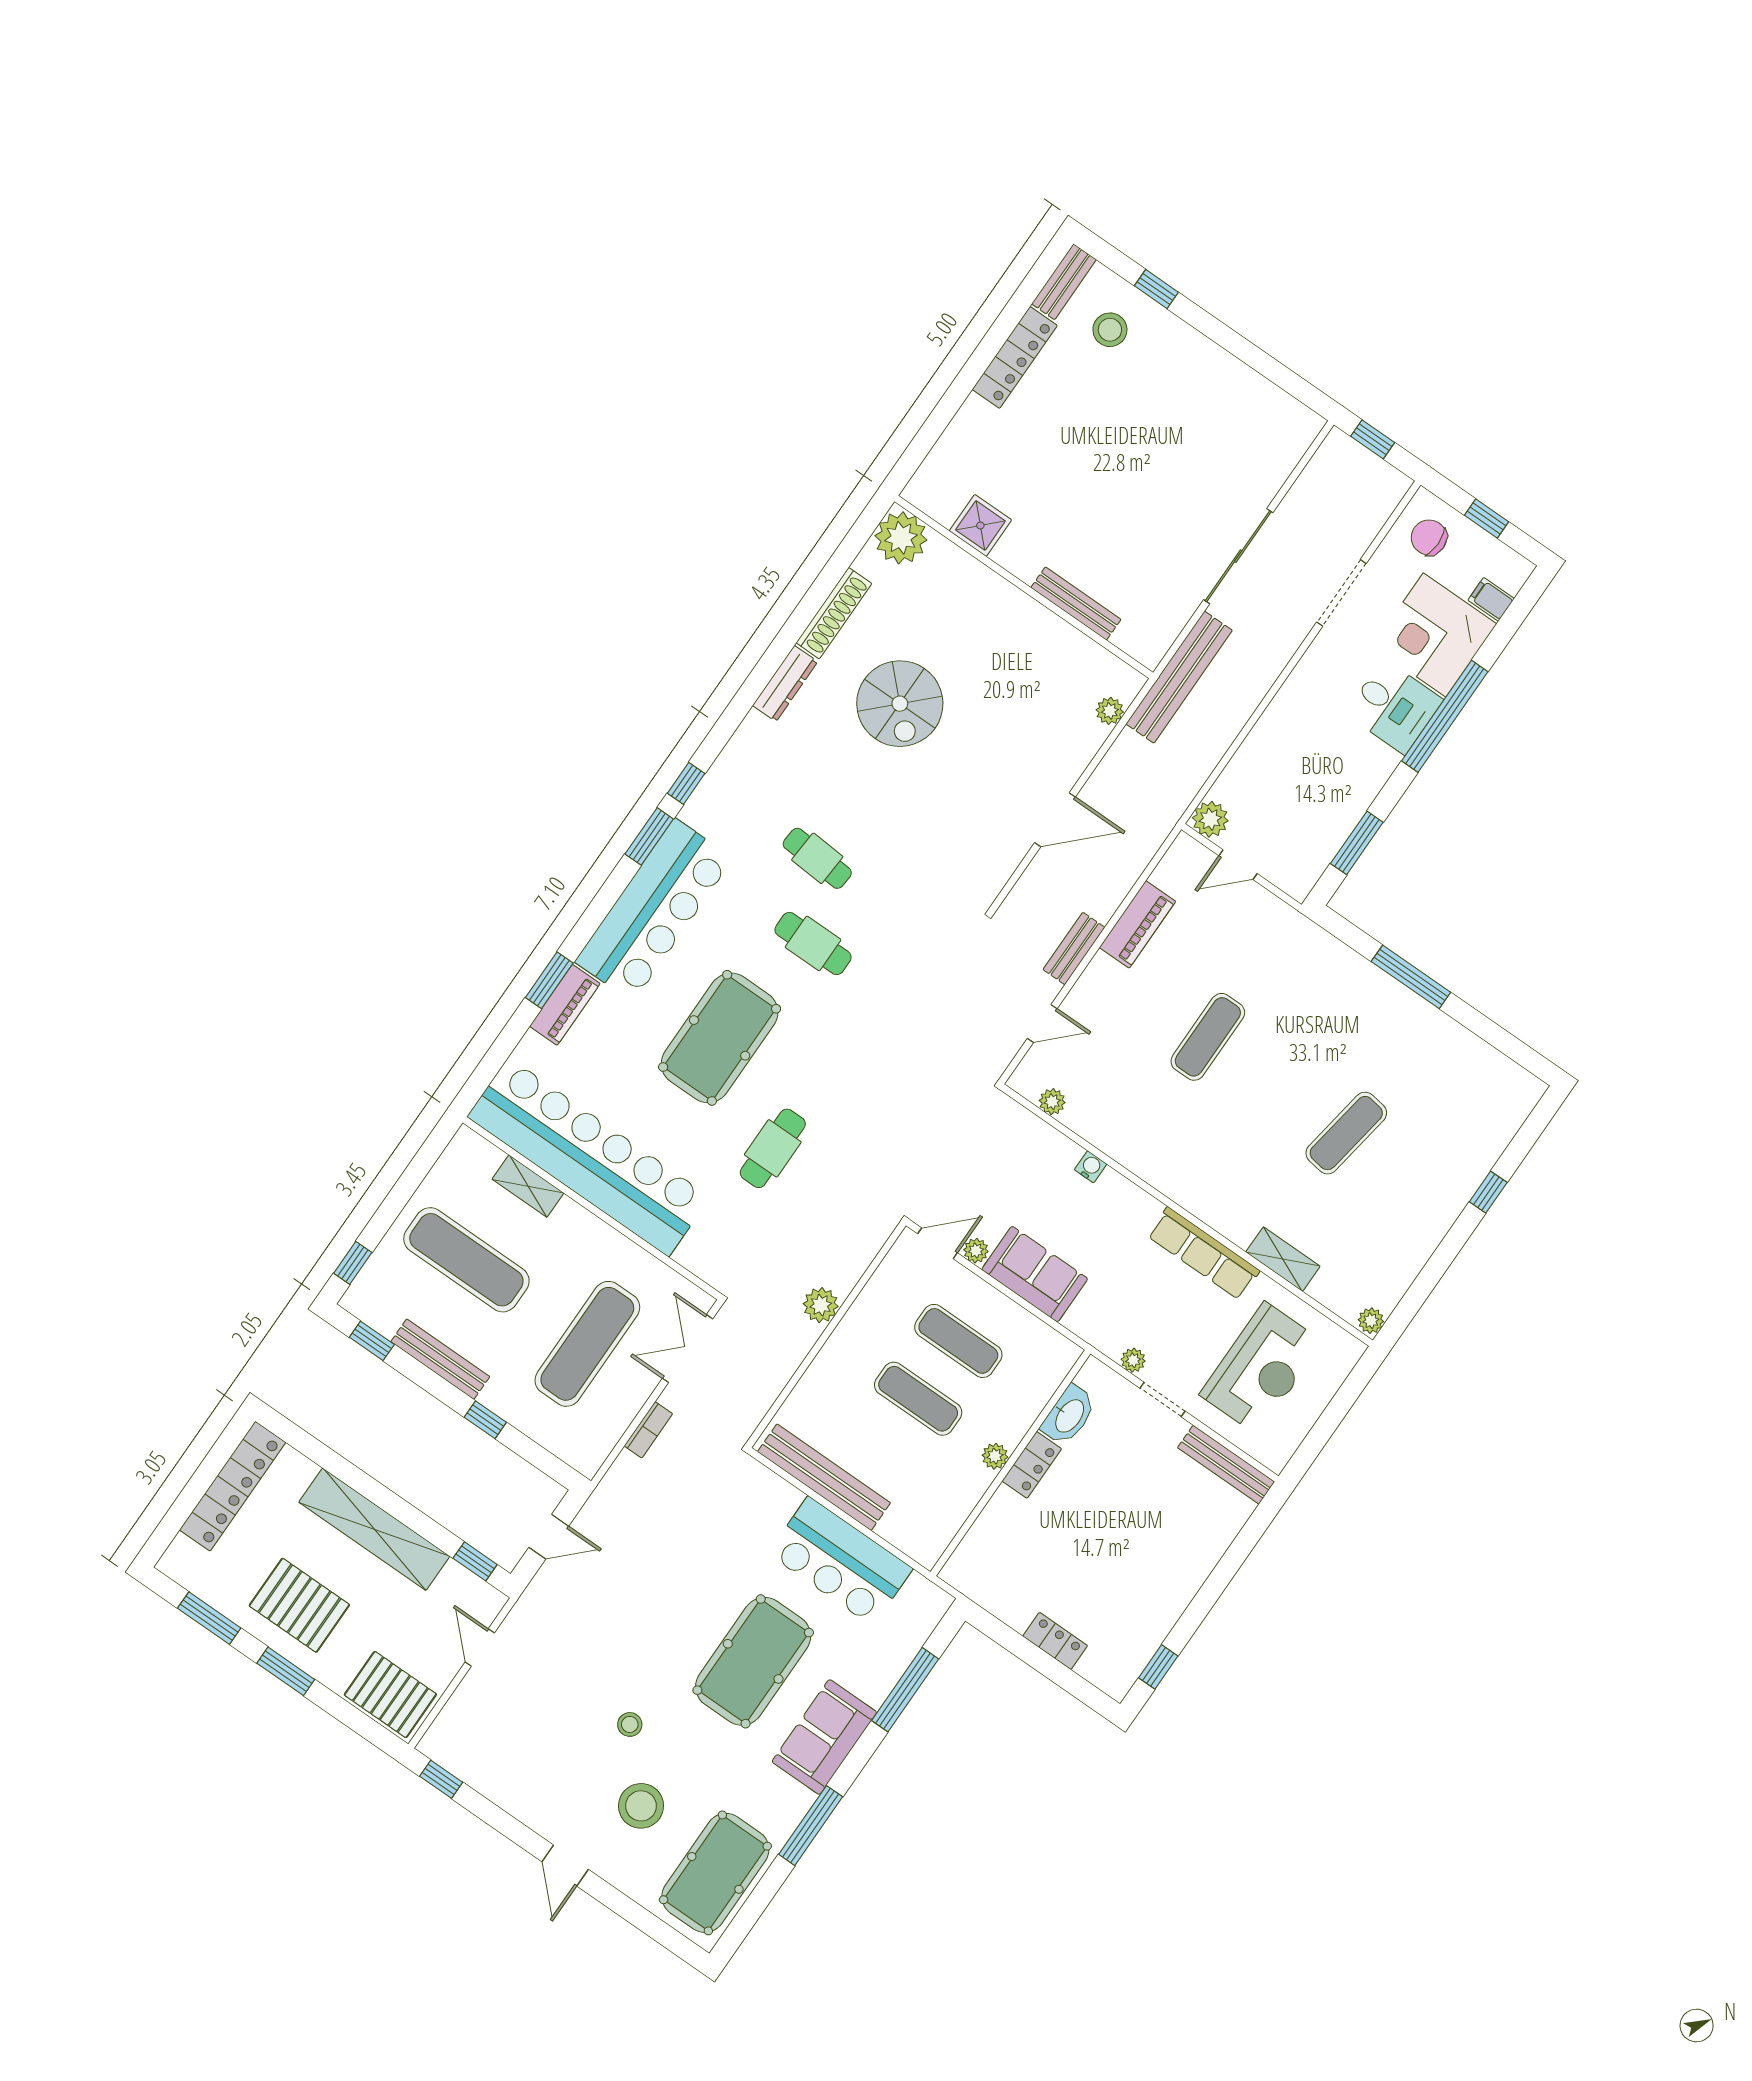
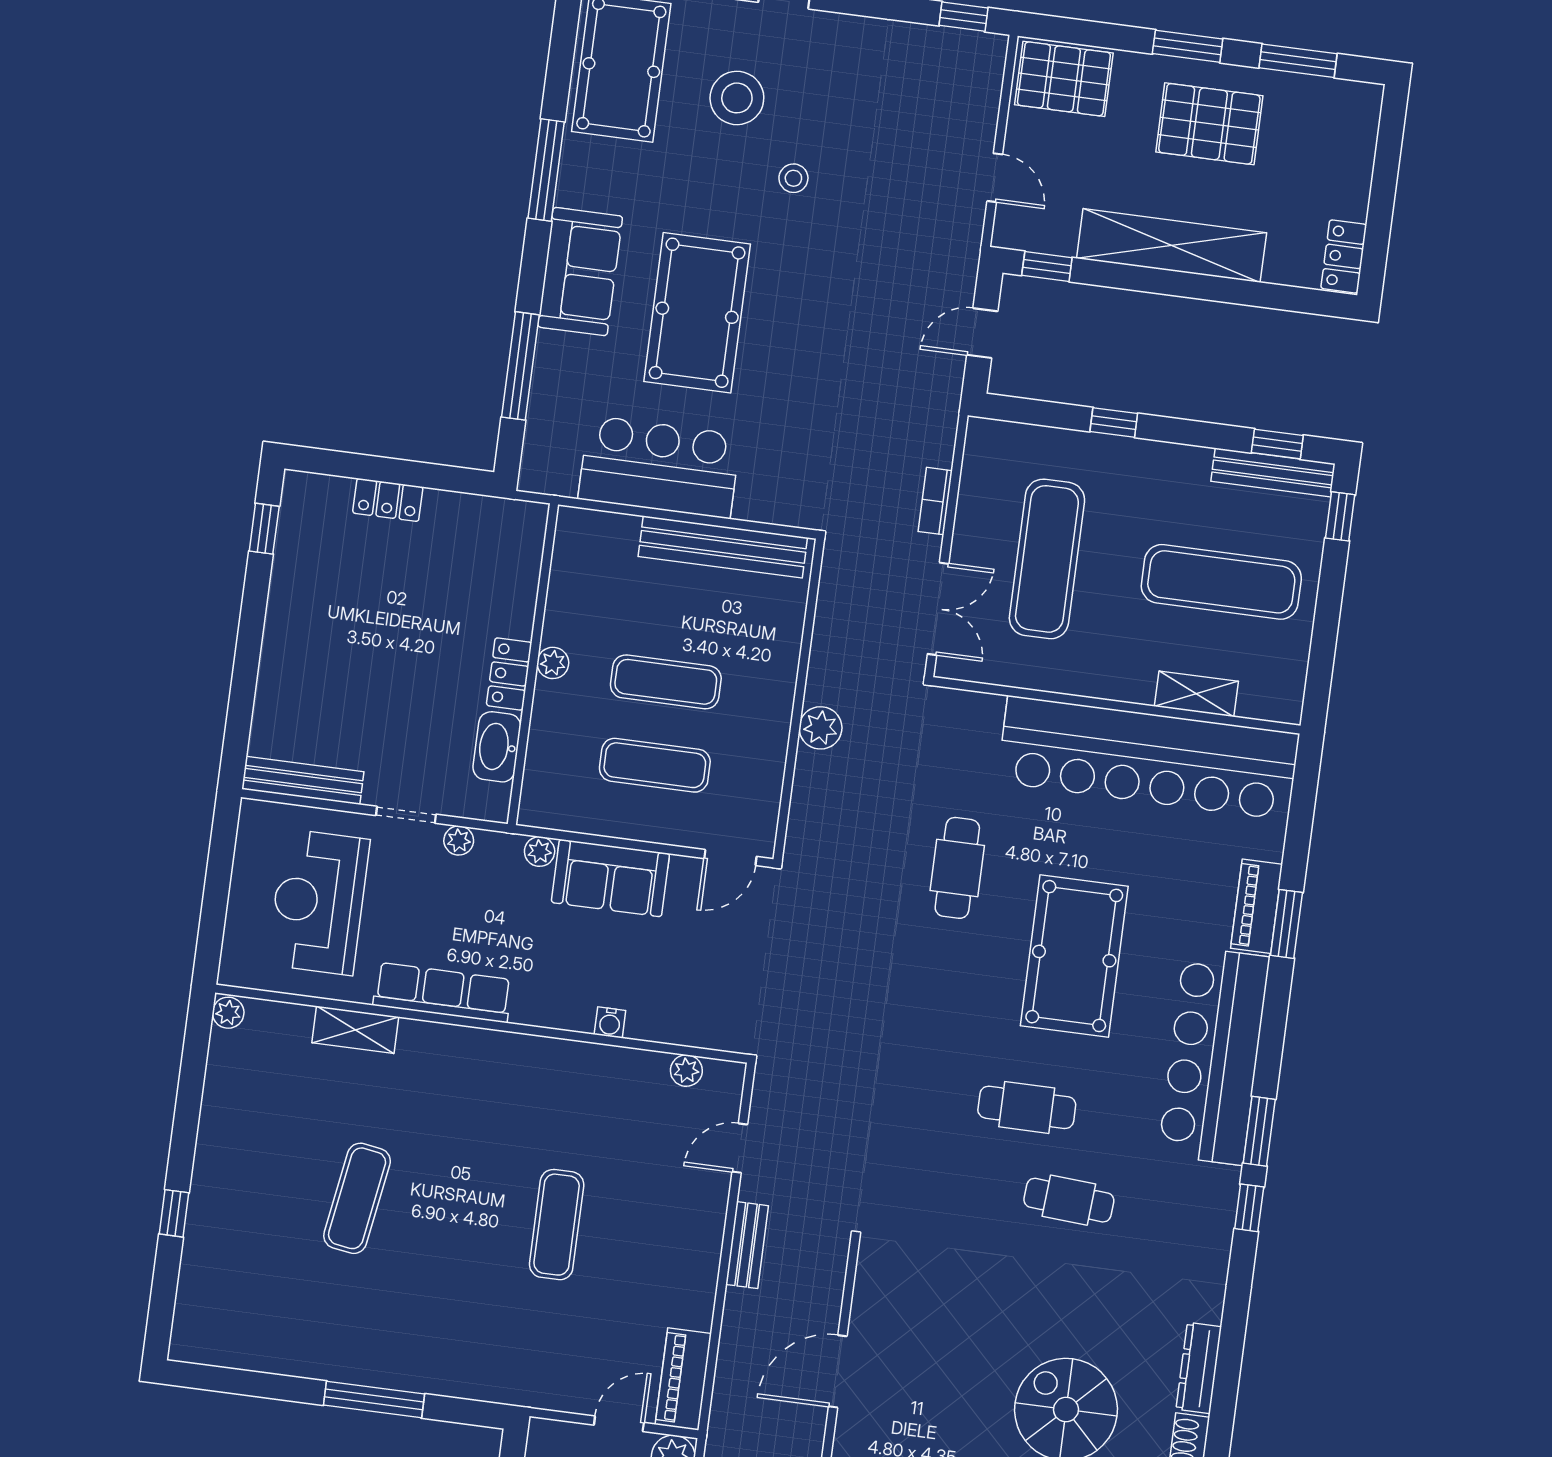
piano: (1137, 924) -> (683, 1379), moved
plant: (976, 1251) -> (540, 851), moved
bench: (440, 1359) -> (1273, 472), moved
locker: (233, 1486) -> (1344, 256), width x0.46, depth x0.83

